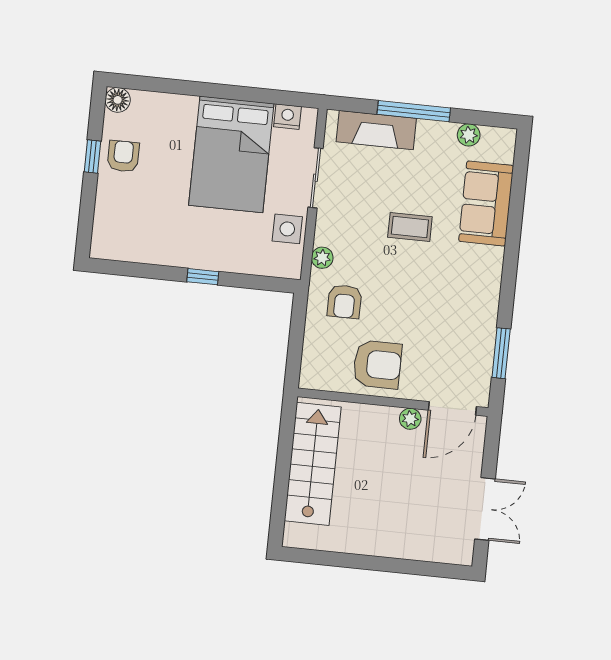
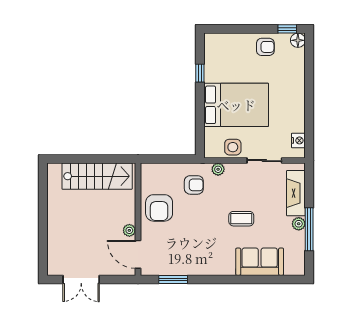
window: (414, 111) -> (309, 229), moved
plant: (469, 135) -> (299, 224), moved
bed: (231, 154) -> (236, 105), moved, turned 180
window: (92, 157) -> (287, 29), moved
coffee table: (410, 227) -> (241, 219), turned 90
window: (203, 277) -> (200, 73), moved
armchair: (344, 302) -> (194, 185), turned 180

